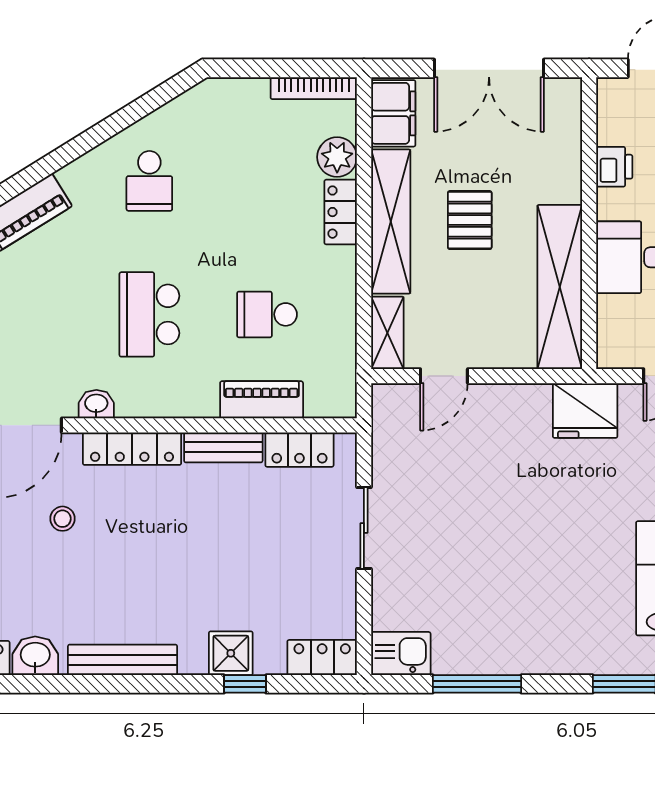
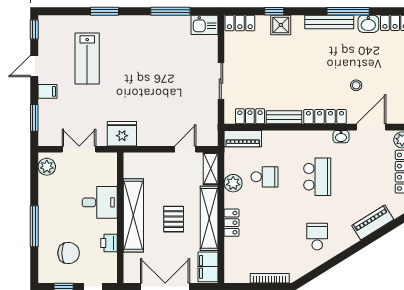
bookcase: (314, 88) -> (270, 278), moved
plant: (337, 157) -> (233, 183), moved
shelving: (560, 287) -> (133, 215), moved
piano: (262, 400) -> (243, 139), moved
window: (80, 684) -> (348, 11), added

